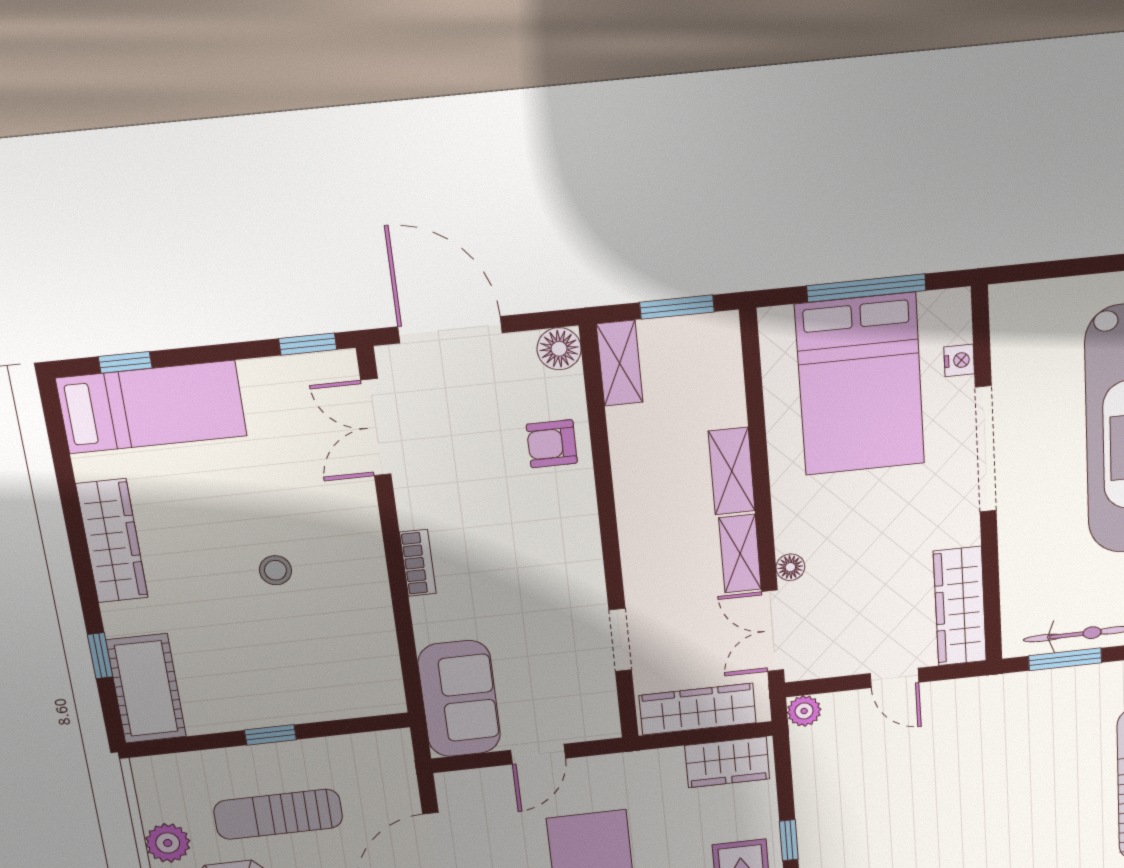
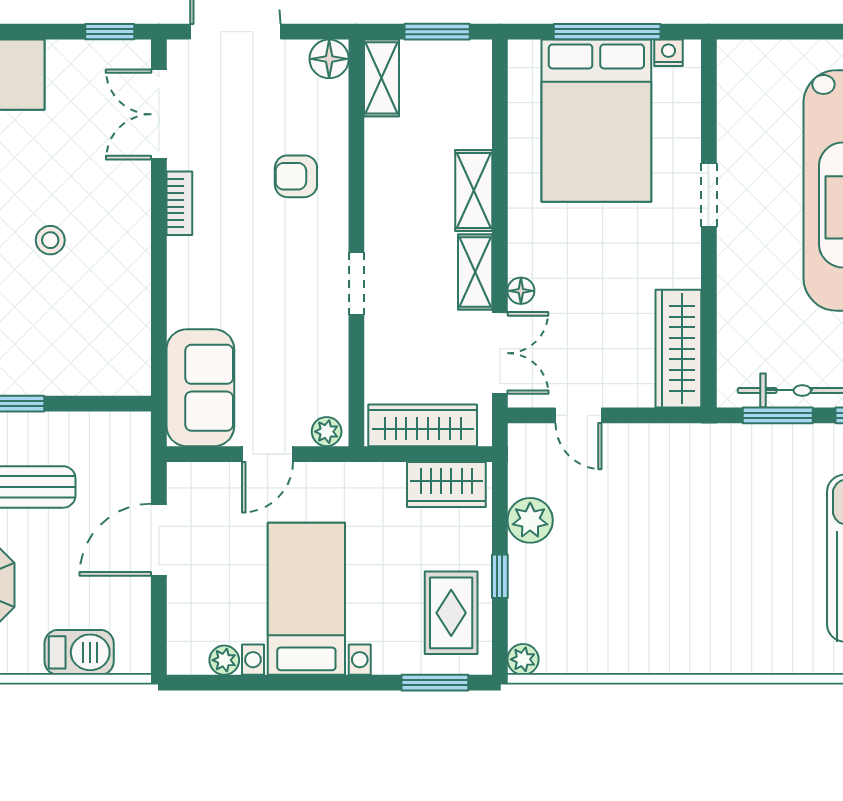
nightstand: (959, 360) -> (668, 53), moved, turned -90
armchair: (552, 444) -> (296, 176), moved
doorway: (986, 449) -> (709, 195), width x0.53
bookcase: (418, 563) -> (179, 203), moved
double door: (773, 631) -> (500, 353), swing flipped
doorway: (620, 640) -> (356, 283), moved
door: (895, 678) -> (578, 415), moved
plant: (804, 711) -> (530, 520), moved, width x1.38, depth x1.38
plant: (598, 726) -> (327, 432), added

